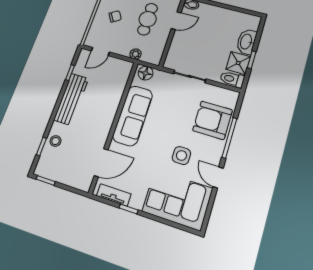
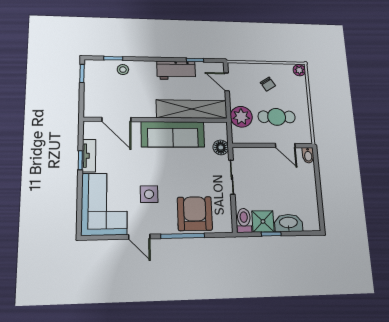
plant: (136, 54) -> (241, 117), width x1.88, depth x1.88
floor lamp: (146, 73) -> (221, 147), moved
shelving: (115, 91) -> (192, 109), added
workbench: (71, 99) -> (176, 70), width x0.73
door: (218, 177) -> (139, 237), swing flipped
tv unit: (114, 195) -> (89, 156), moved

